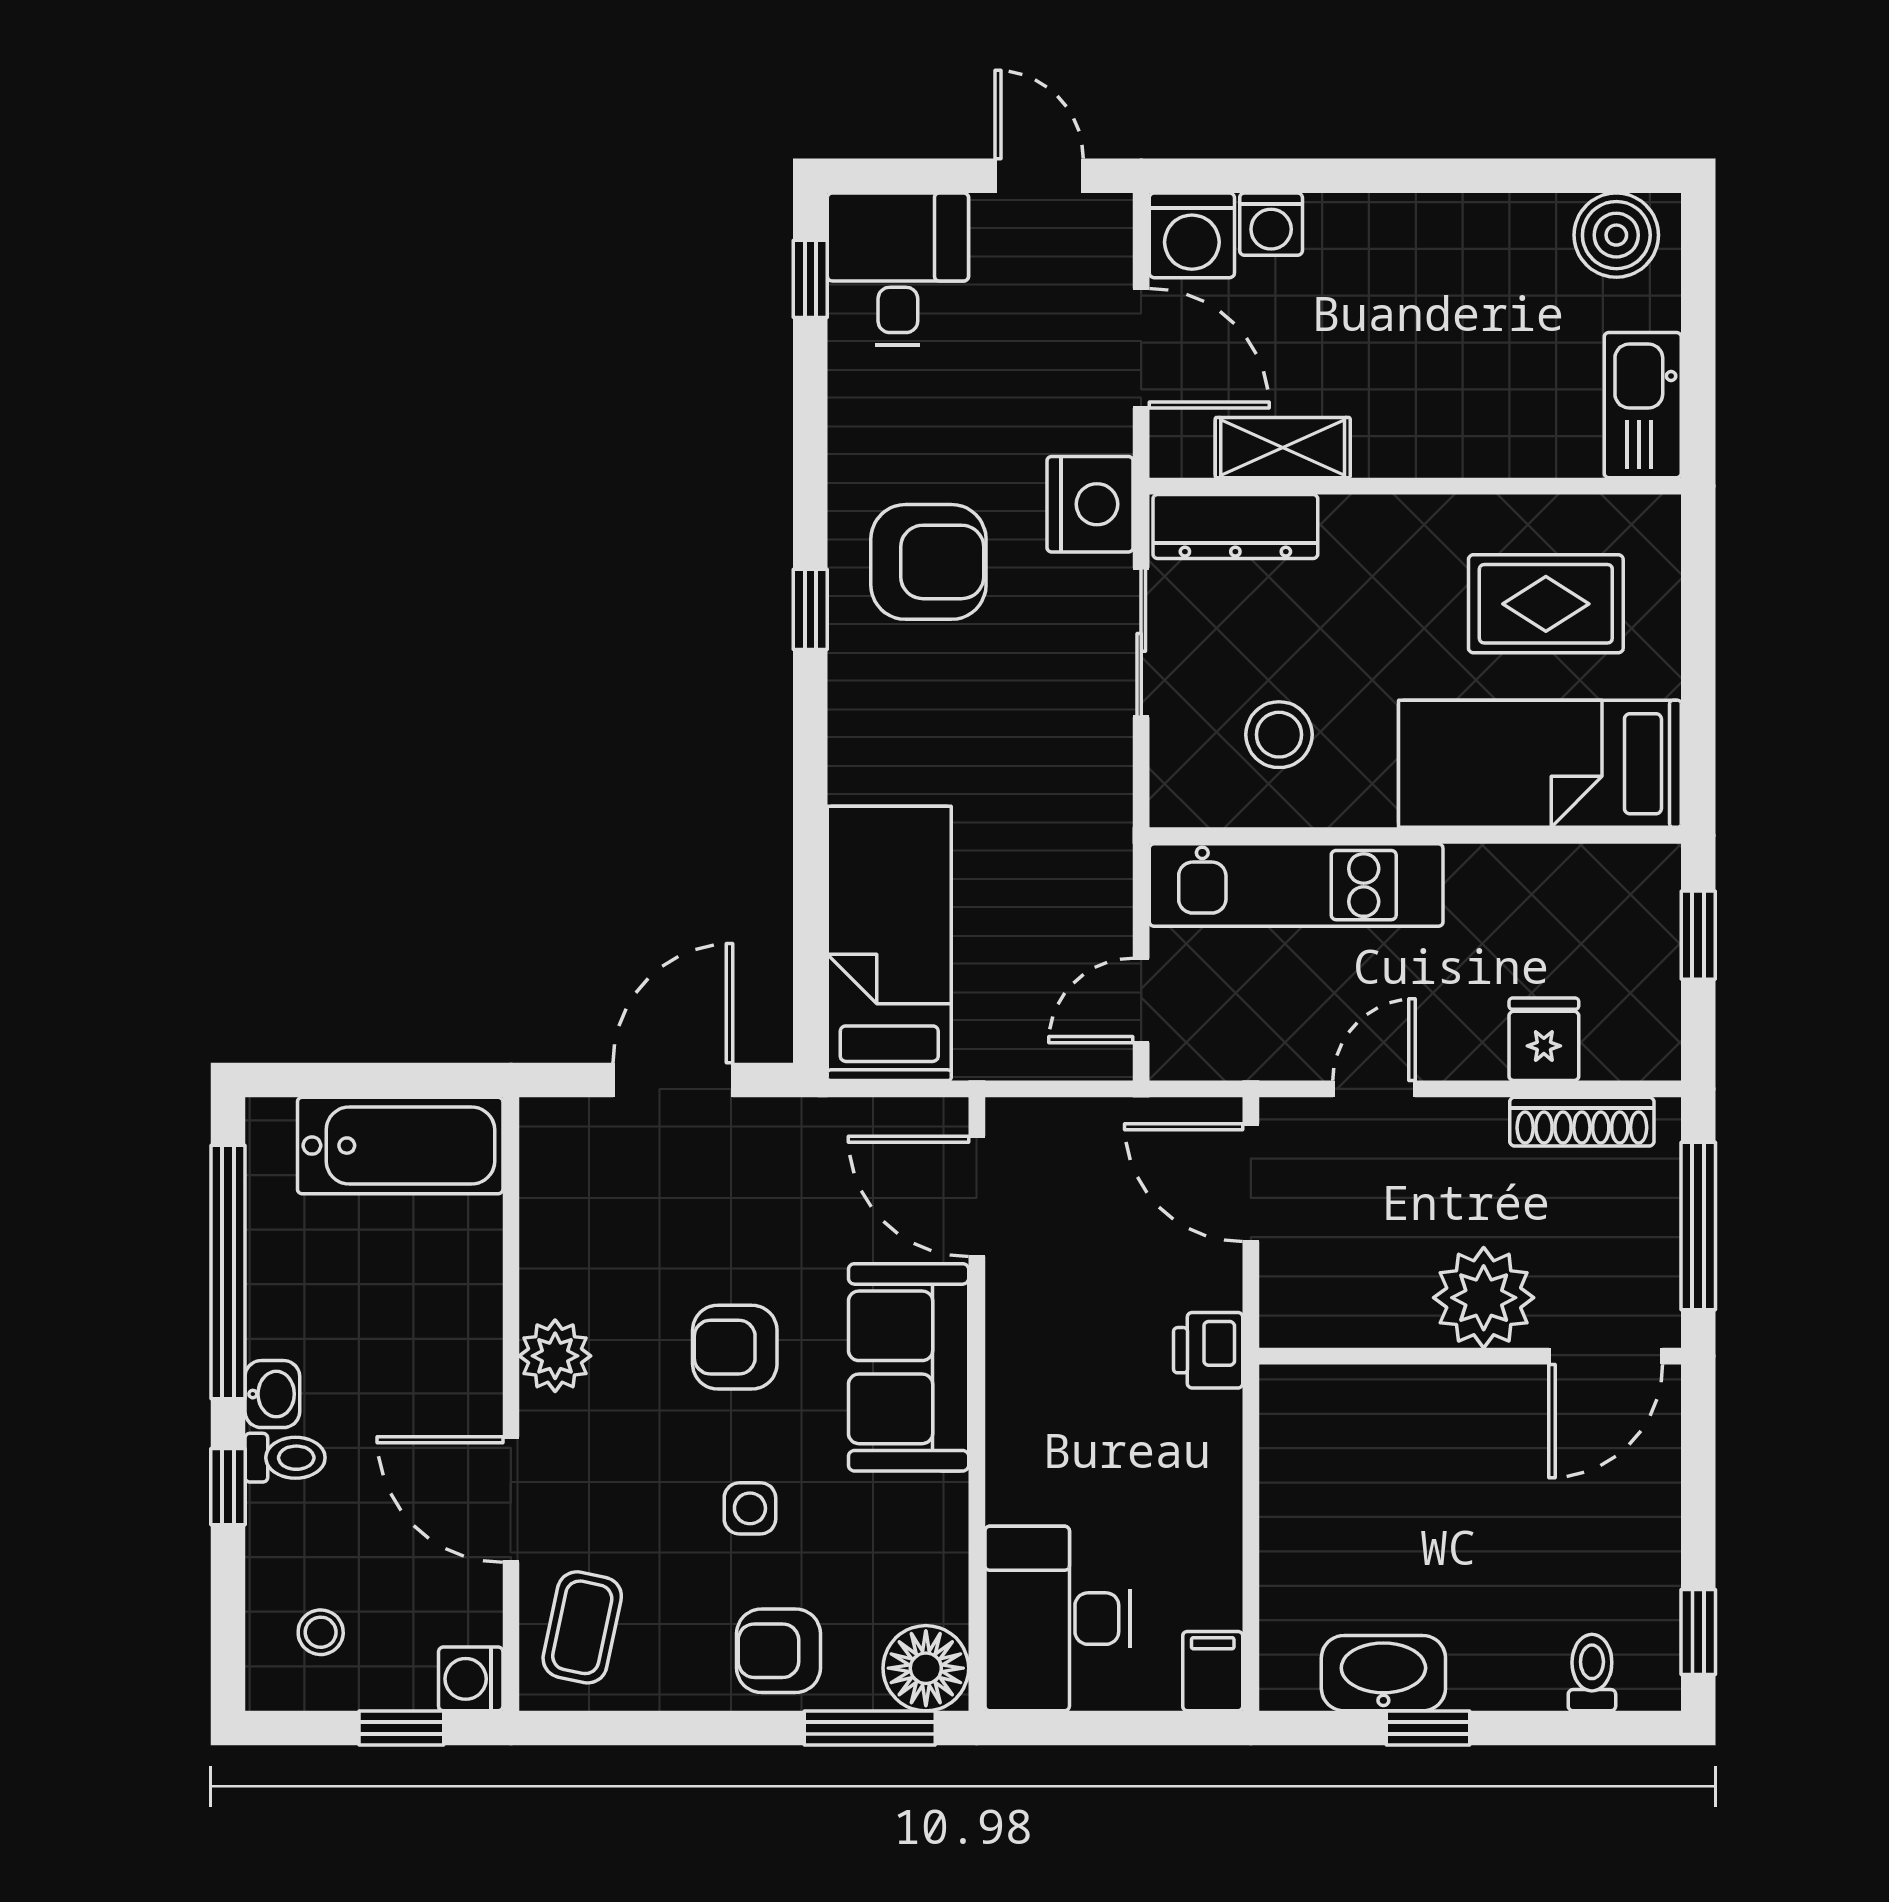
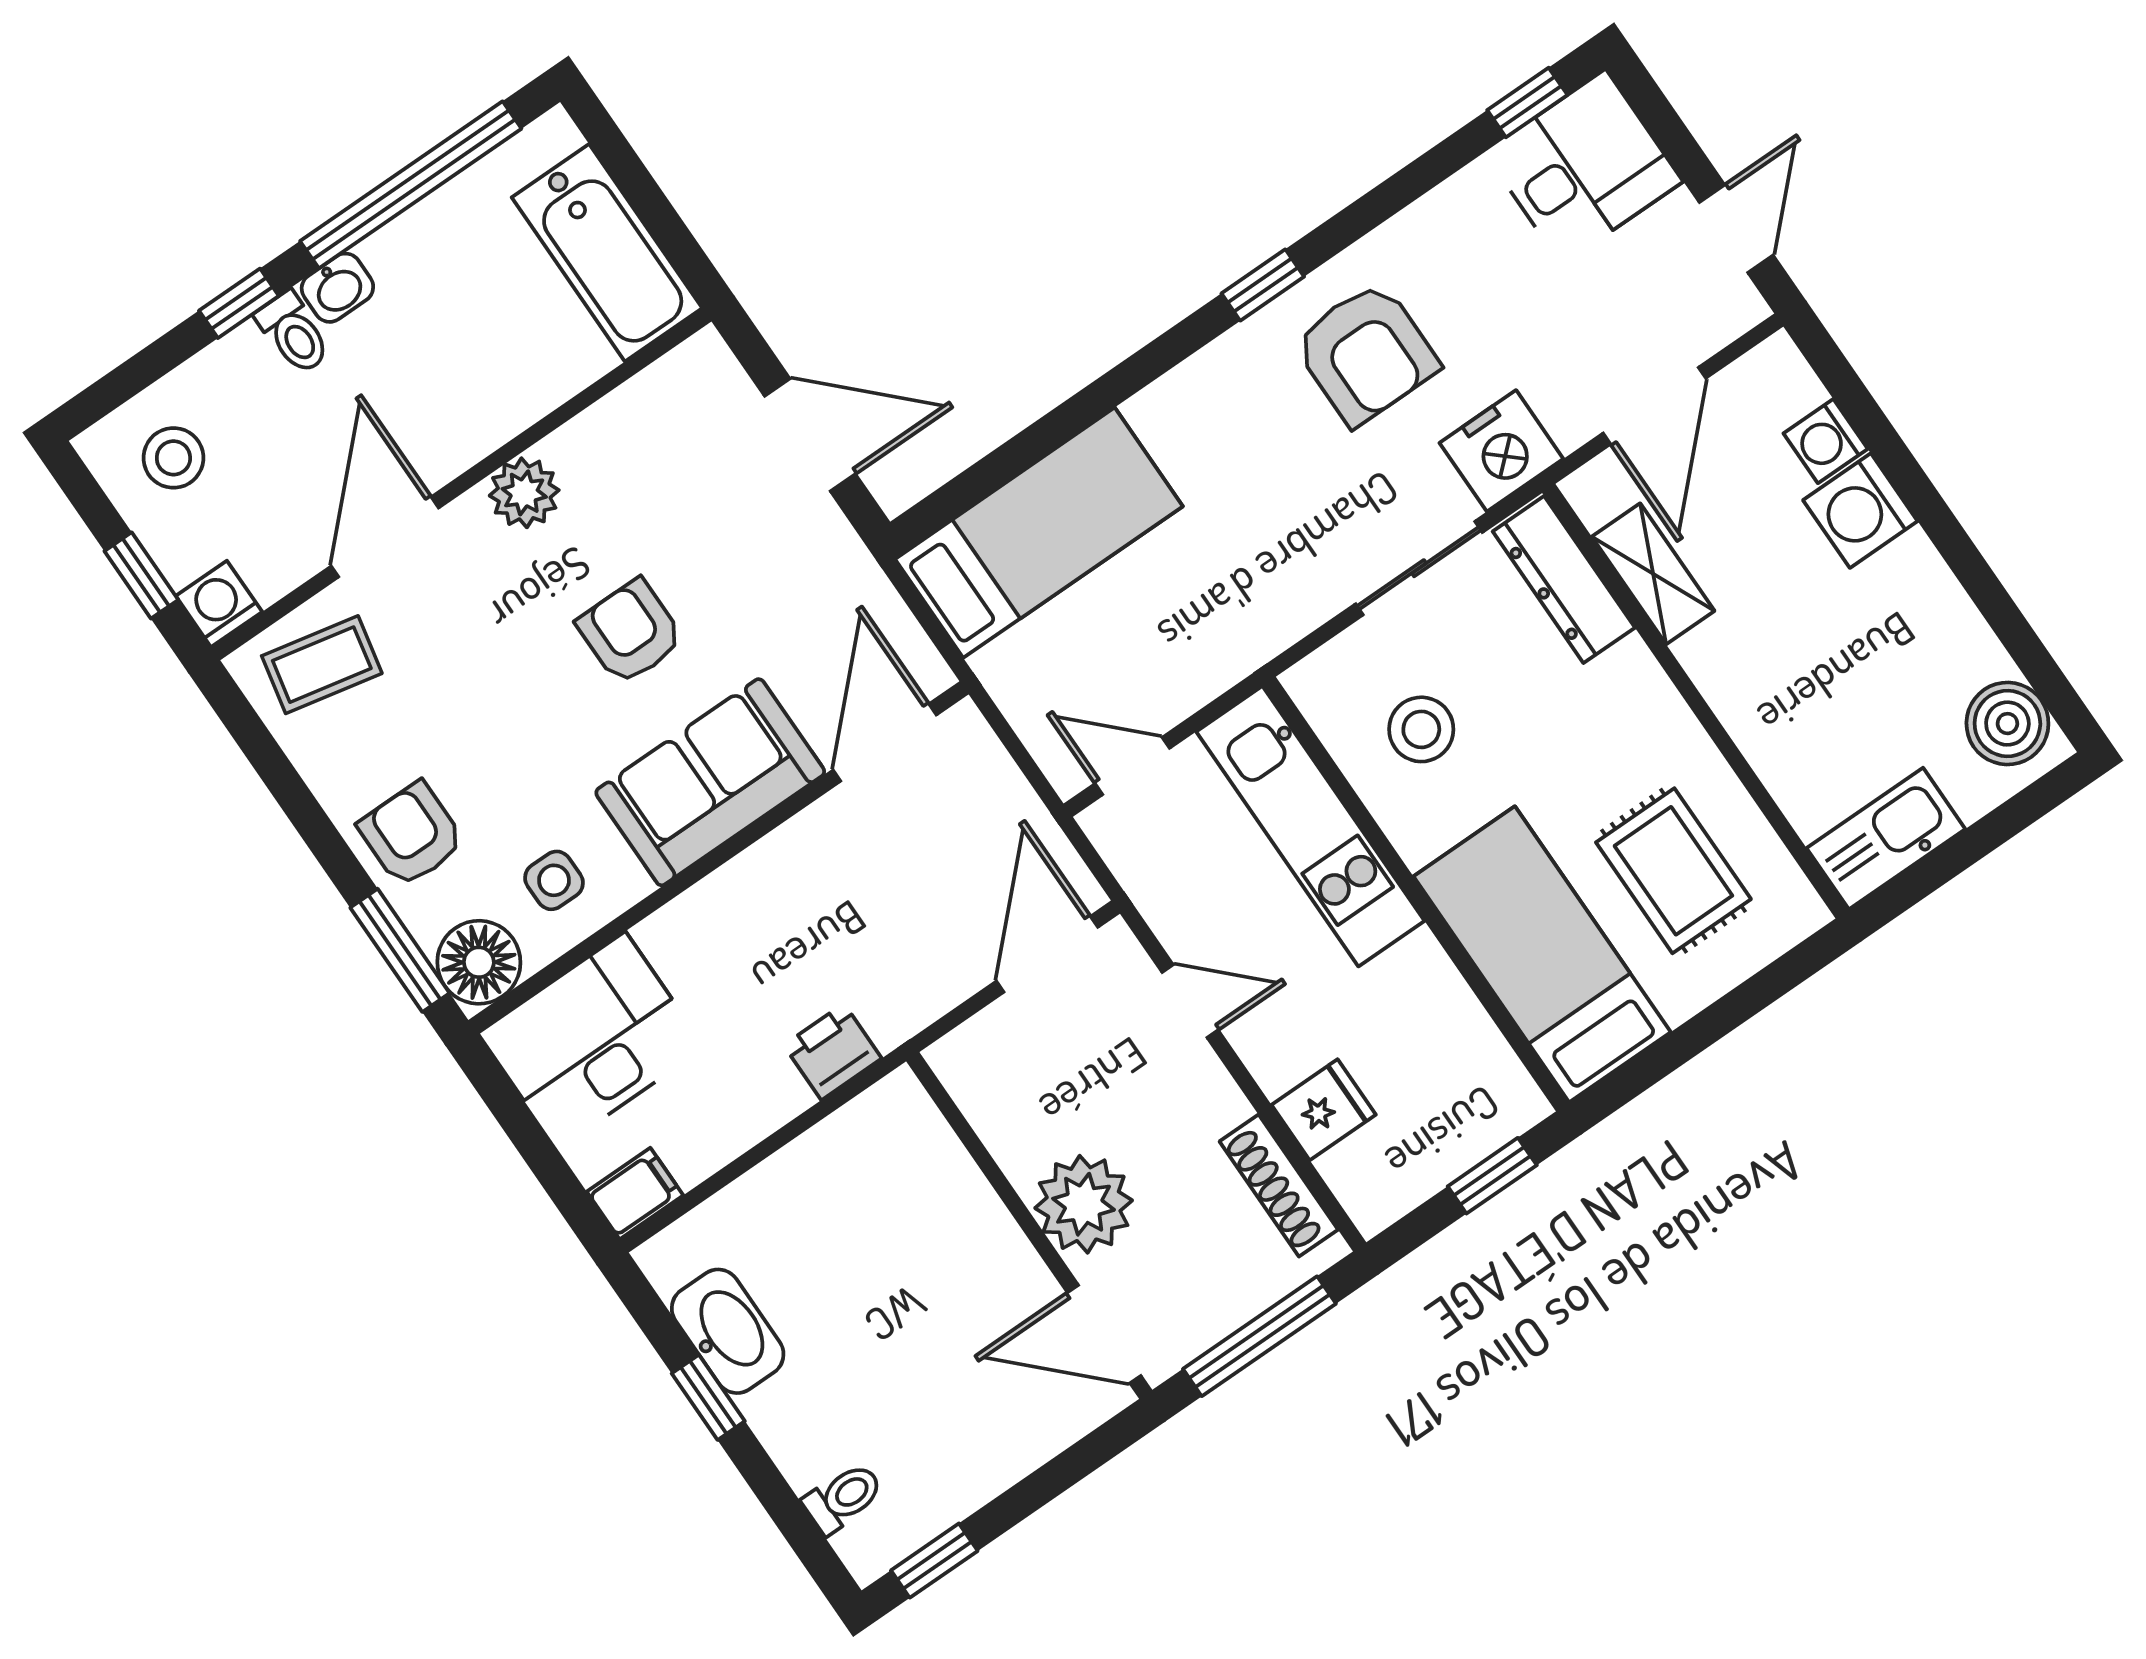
washing machine: (1192, 235) -> (1860, 511), moved
printer: (1208, 1350) -> (833, 1052), moved
side table: (750, 1508) -> (554, 880), moved
stool: (321, 1632) -> (173, 458), width x1.37, depth x1.37

